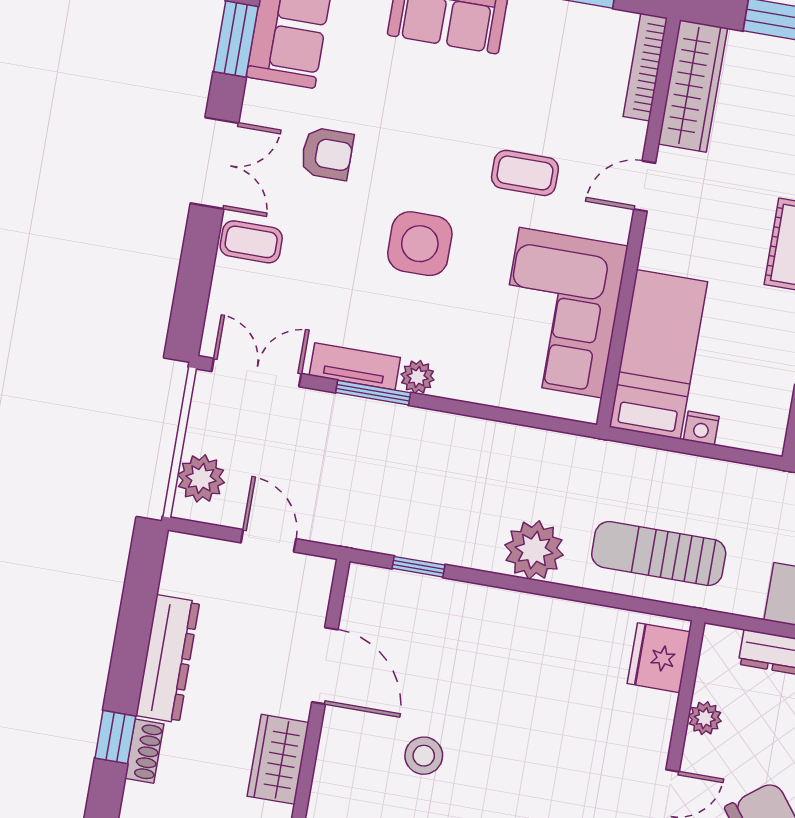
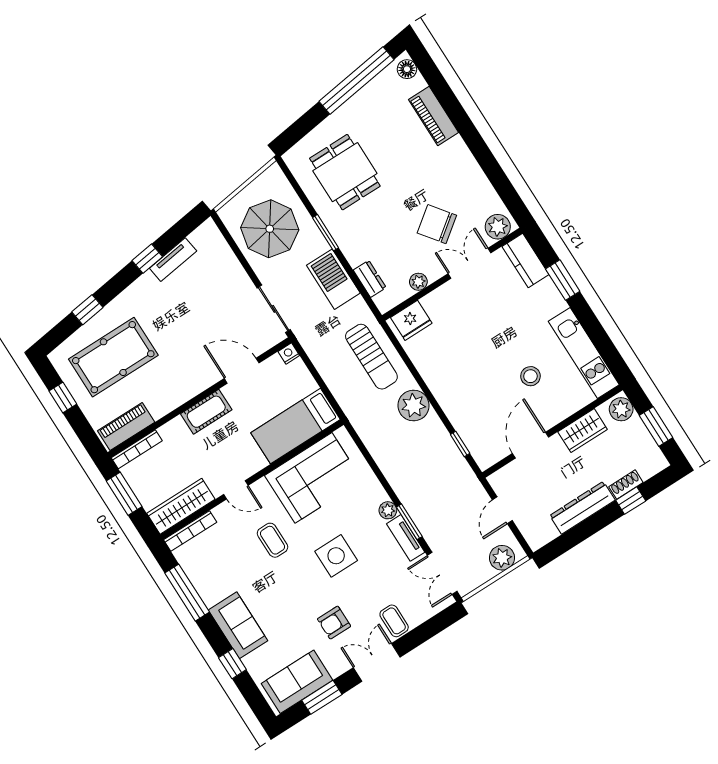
armchair: (327, 154) -> (334, 623), turned -90
nightstand: (701, 428) -> (289, 354), moved, turned -90

